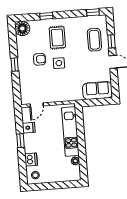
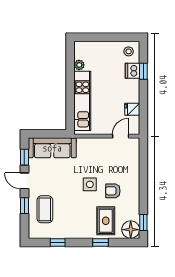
window: (93, 12) -> (58, 242), moved
rug: (57, 38) -> (106, 221), moved
window: (15, 64) -> (143, 223), moved
window: (115, 81) -> (24, 157), added
sofa: (97, 91) -> (52, 148), width x1.36
window: (20, 141) -> (143, 71), moved

